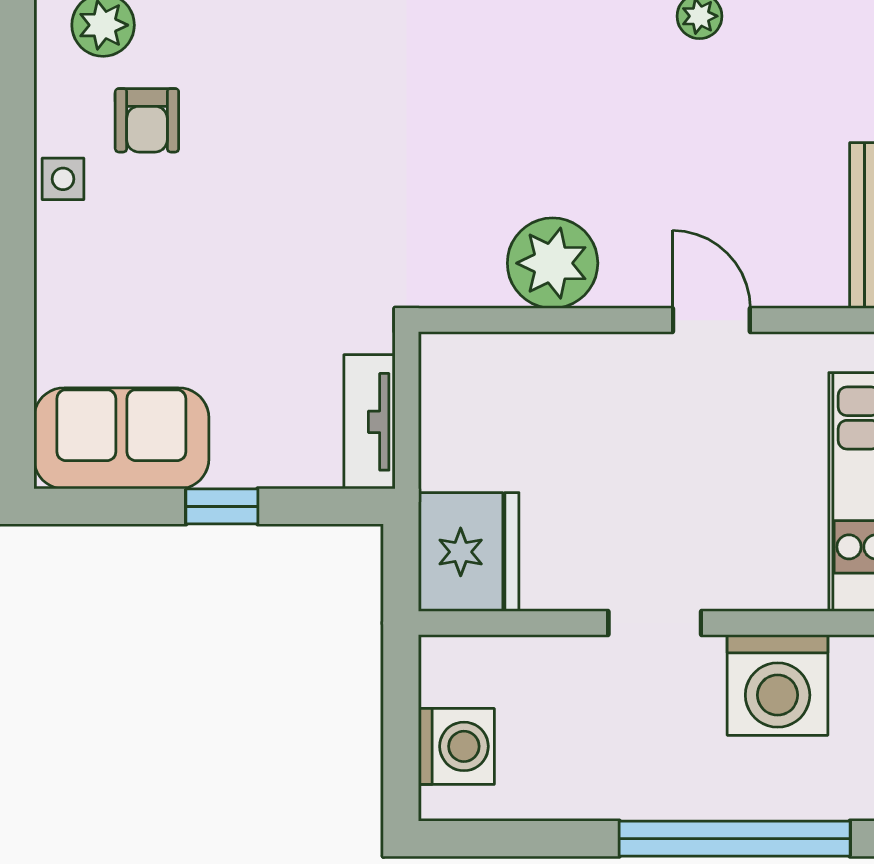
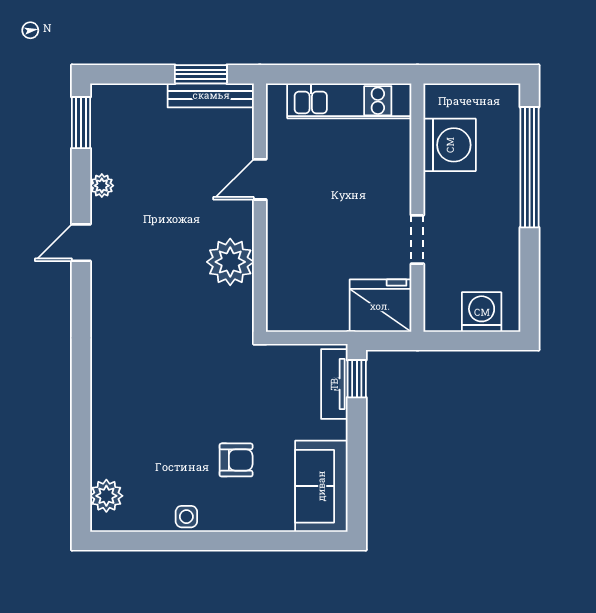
armchair: (147, 120) -> (236, 460), moved
tv unit: (369, 422) -> (334, 384), moved, turned 90
window: (222, 506) -> (357, 379), moved
doorway: (655, 623) -> (417, 239), moved

